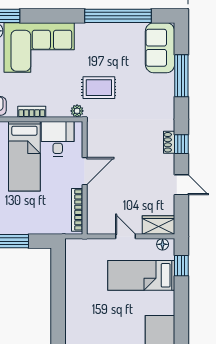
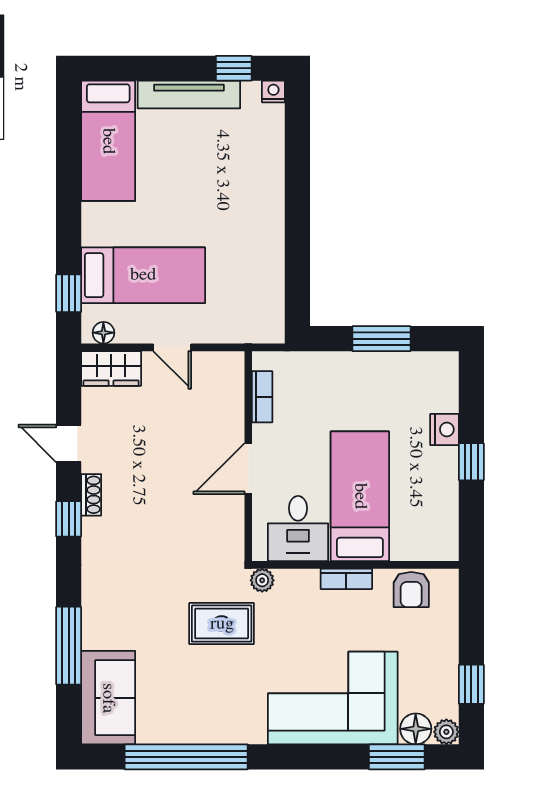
shoe rack: (169, 142) -> (91, 495), moved
bookcase: (77, 210) -> (262, 397), width x0.64

